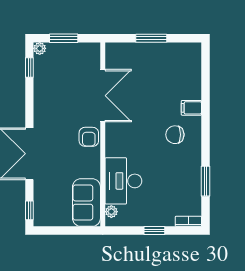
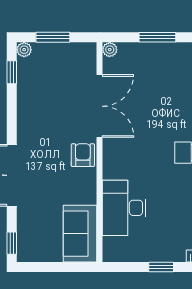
armchair: (89, 137) -> (83, 155), turned 180
plant: (111, 212) -> (110, 50), moved

